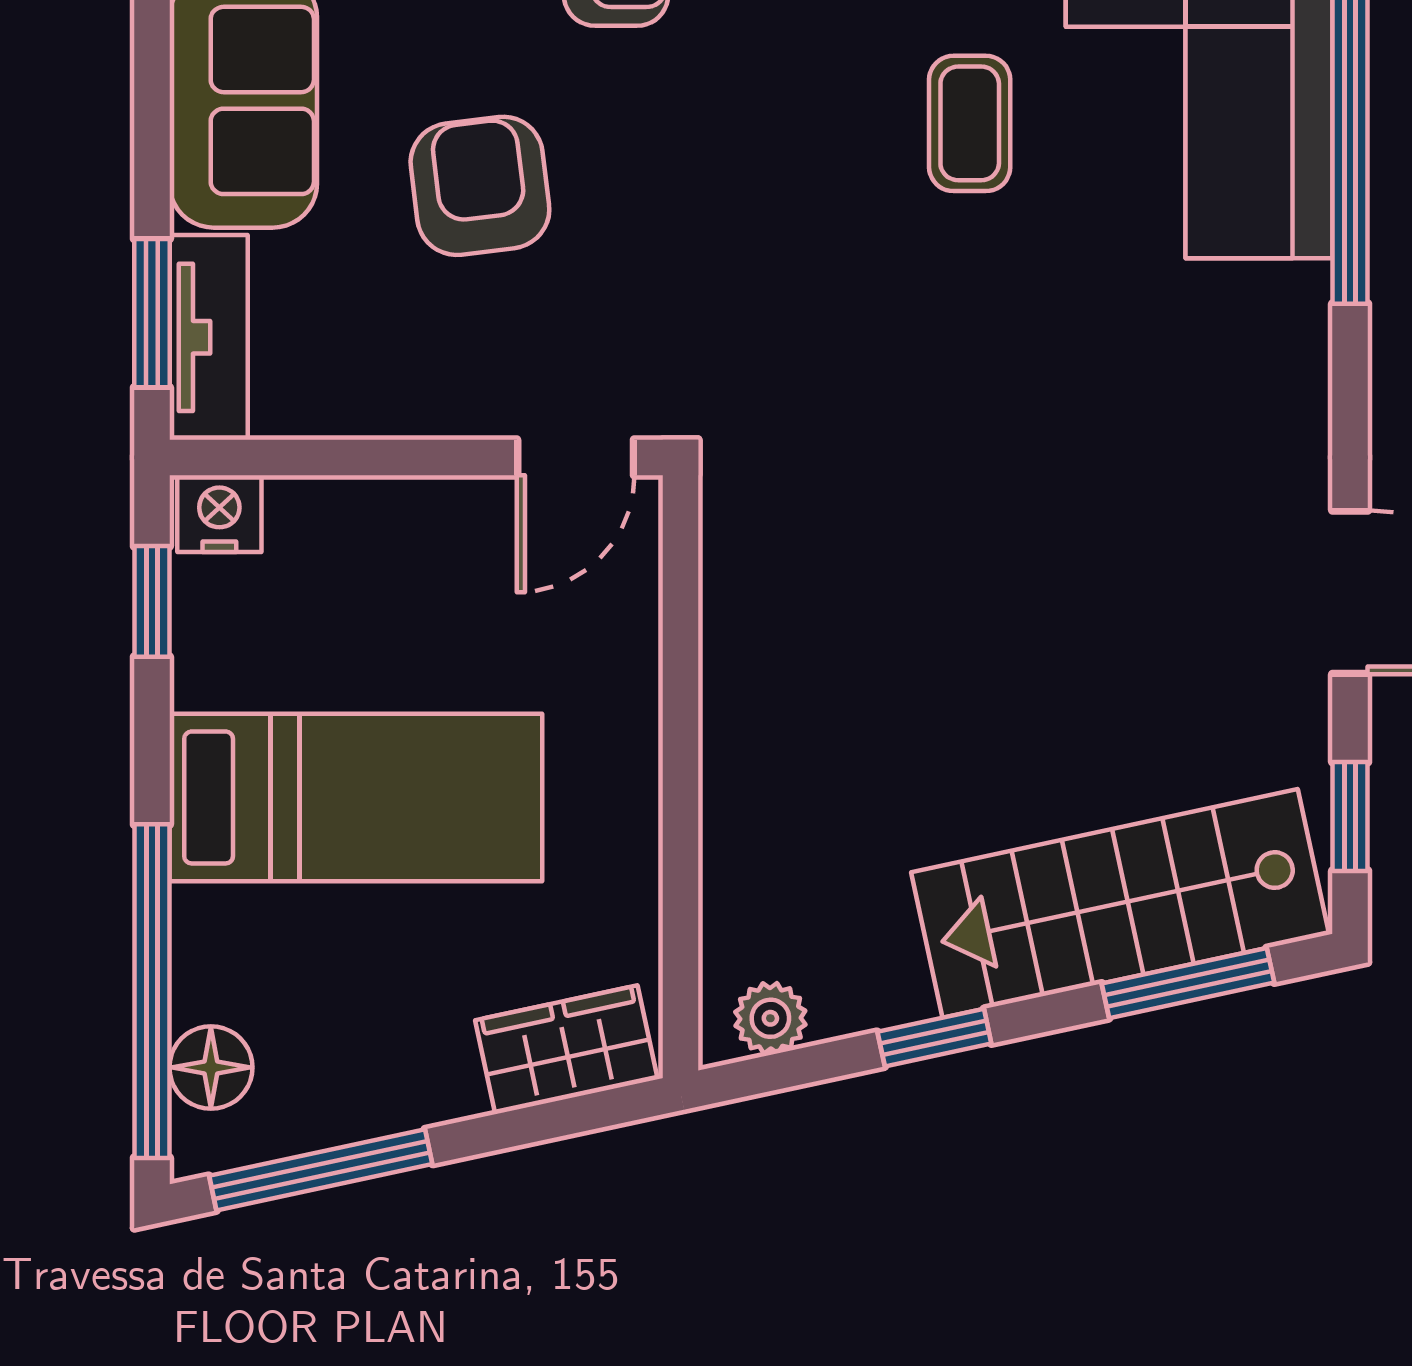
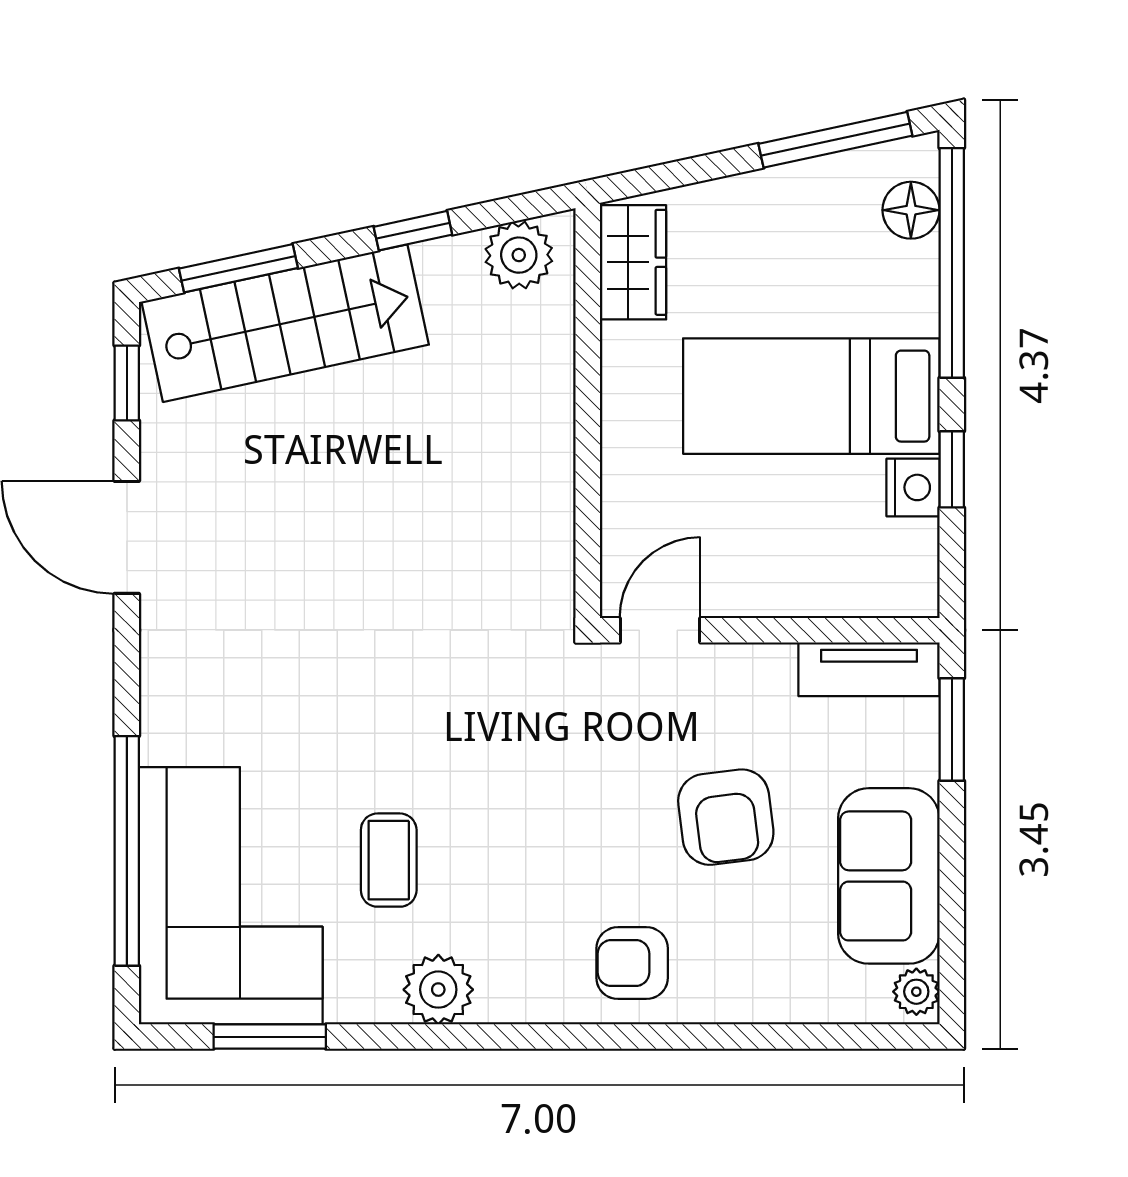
tv unit: (209, 337) -> (869, 669), moved, turned -90
nightstand: (219, 514) -> (913, 487), moved, turned -90
window: (152, 601) -> (952, 469), moved
plant: (770, 1018) -> (519, 255), width x1.38, depth x1.38
wardrobe: (566, 1050) -> (633, 262), moved, turned -78

